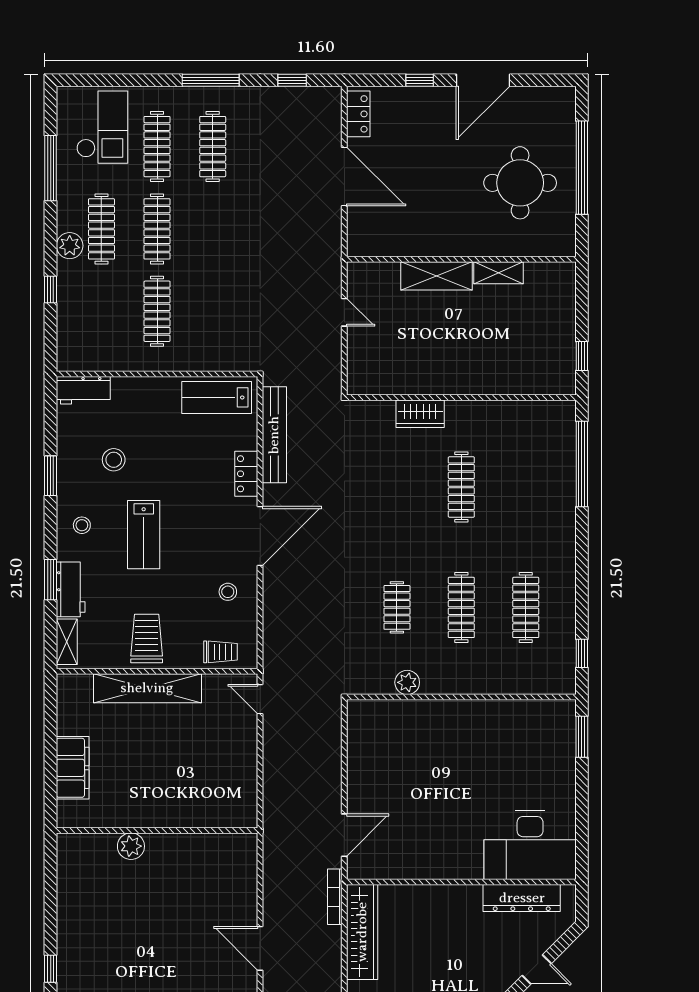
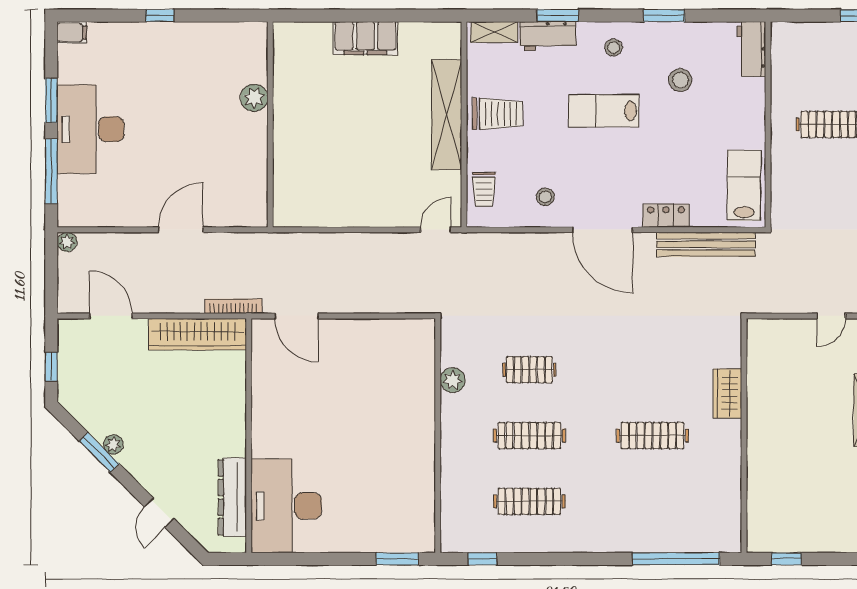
wall: (157, 830) -> (270, 124), moved
plant: (131, 846) -> (254, 98), moved

